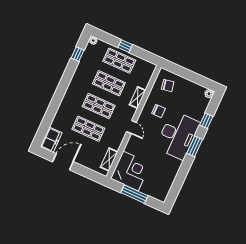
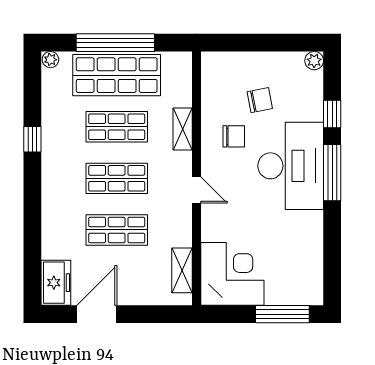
window: (125, 46) -> (115, 43), width x3.17
window: (78, 54) -> (32, 139), moved
shop shelf: (119, 61) -> (117, 75), width x1.43, depth x1.36
chair: (168, 86) -> (260, 100), moved
window: (195, 146) -> (332, 173), width x1.44
window: (134, 194) -> (282, 314), moved

